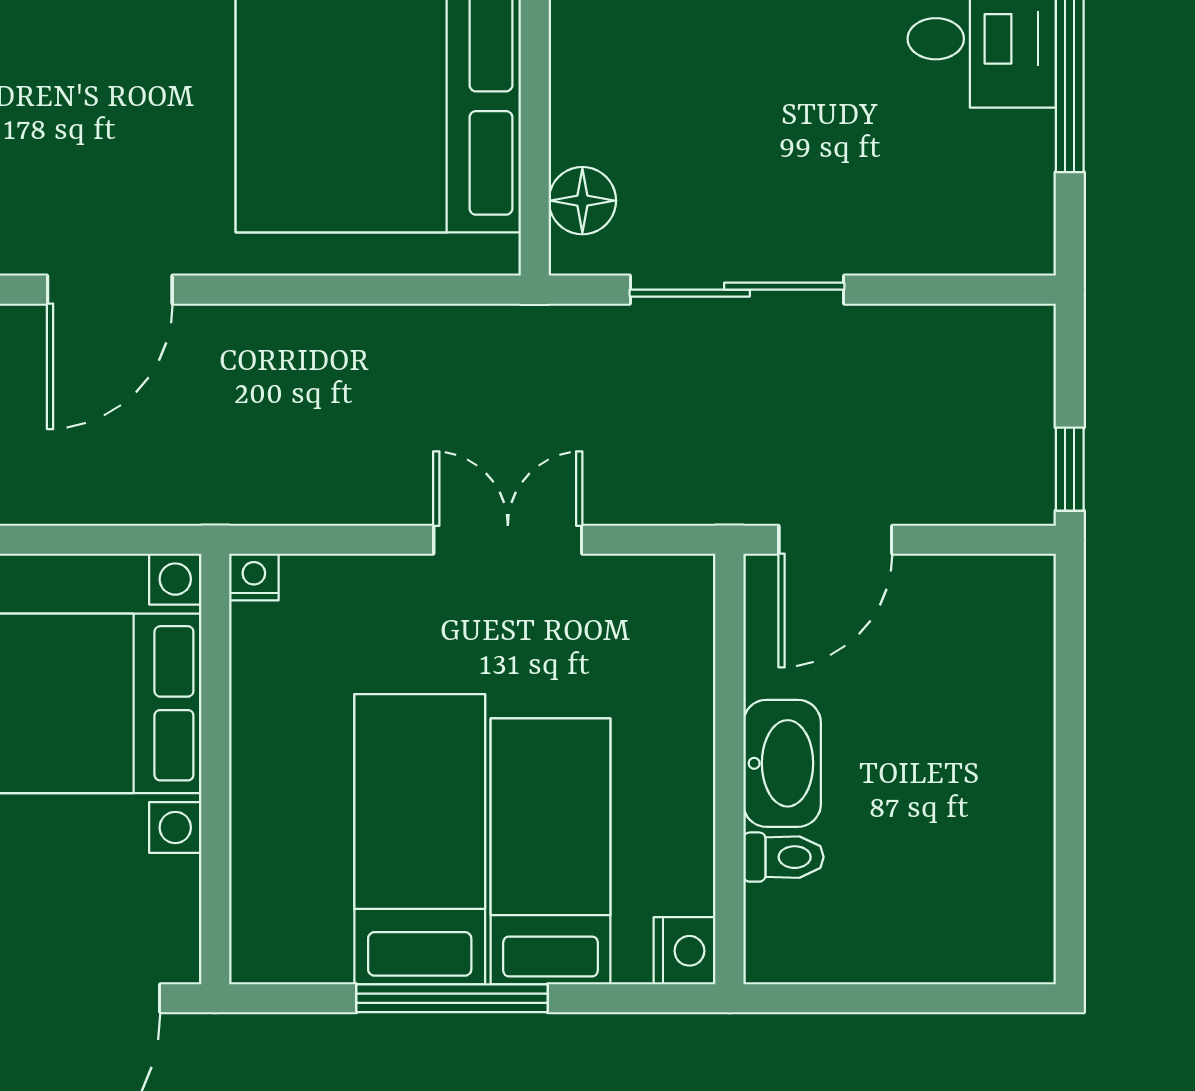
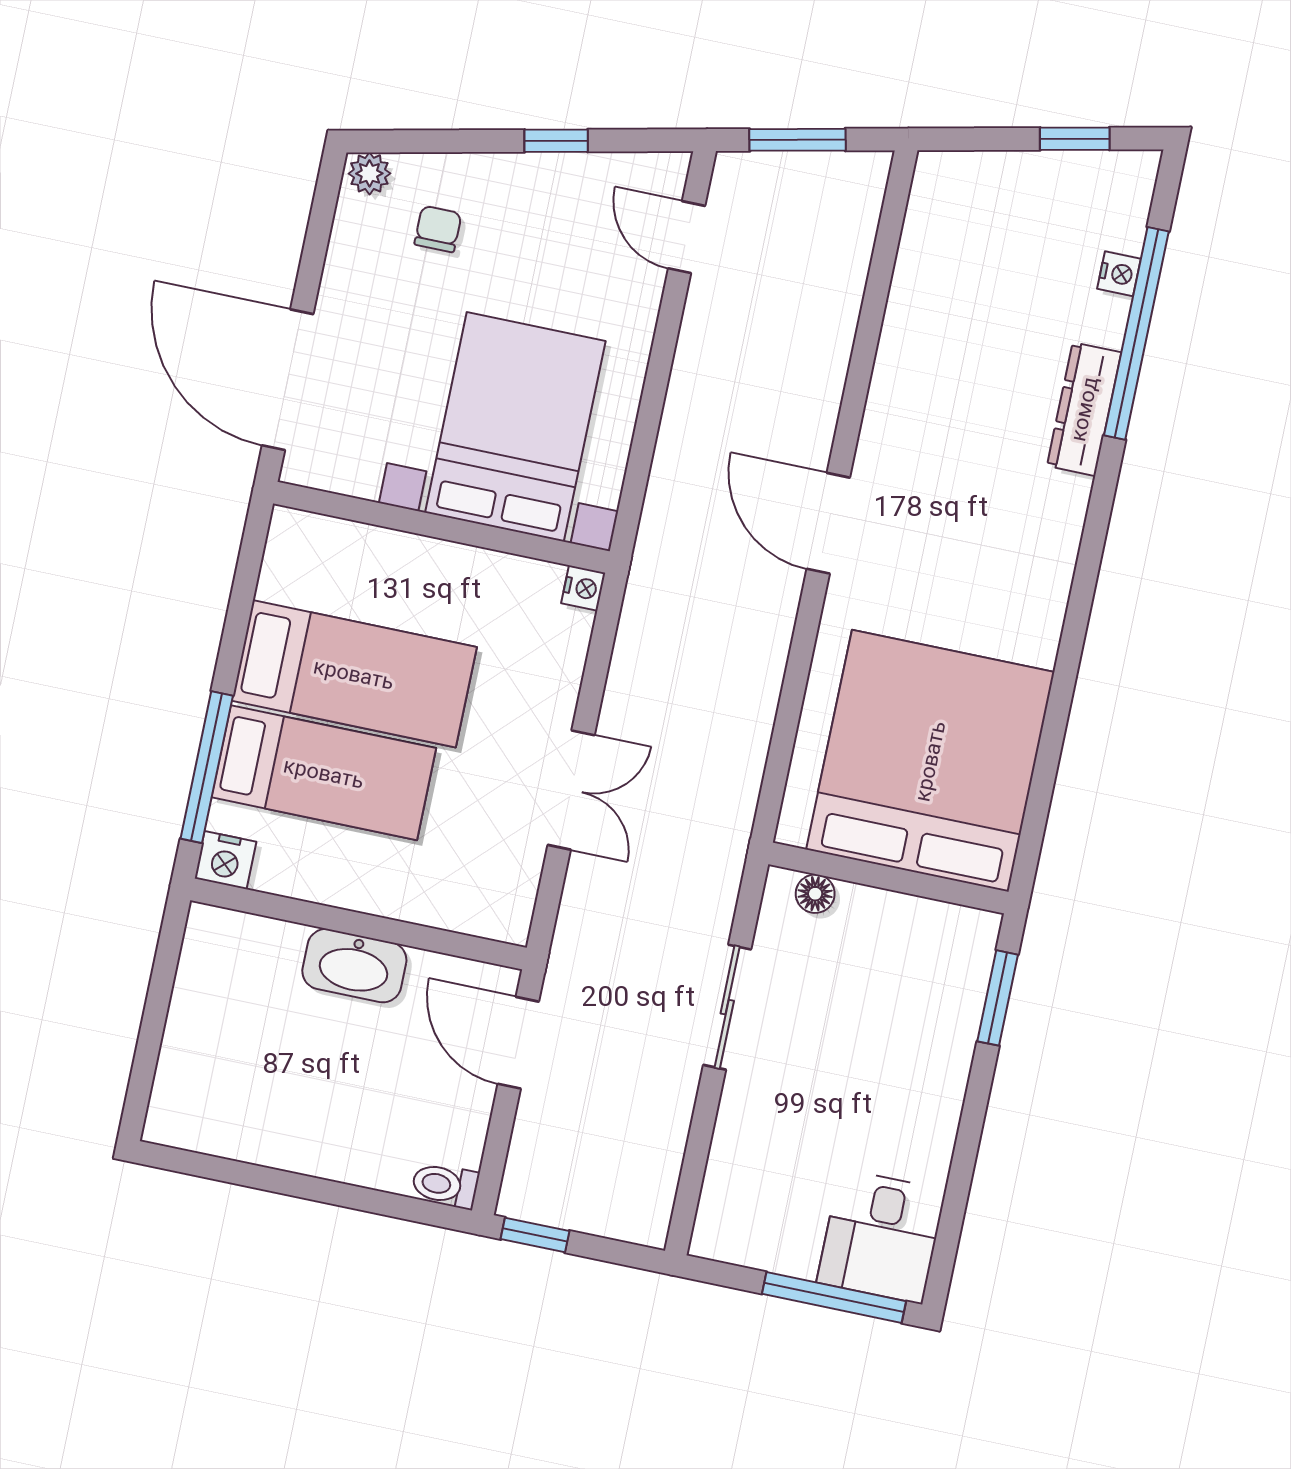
floor lamp: (582, 201) -> (815, 894), width x0.73, depth x0.73
sliding door: (737, 290) -> (727, 1007), width x0.73
toilet: (783, 857) -> (445, 1185), moved, turned 90
window: (452, 998) -> (207, 767), moved

